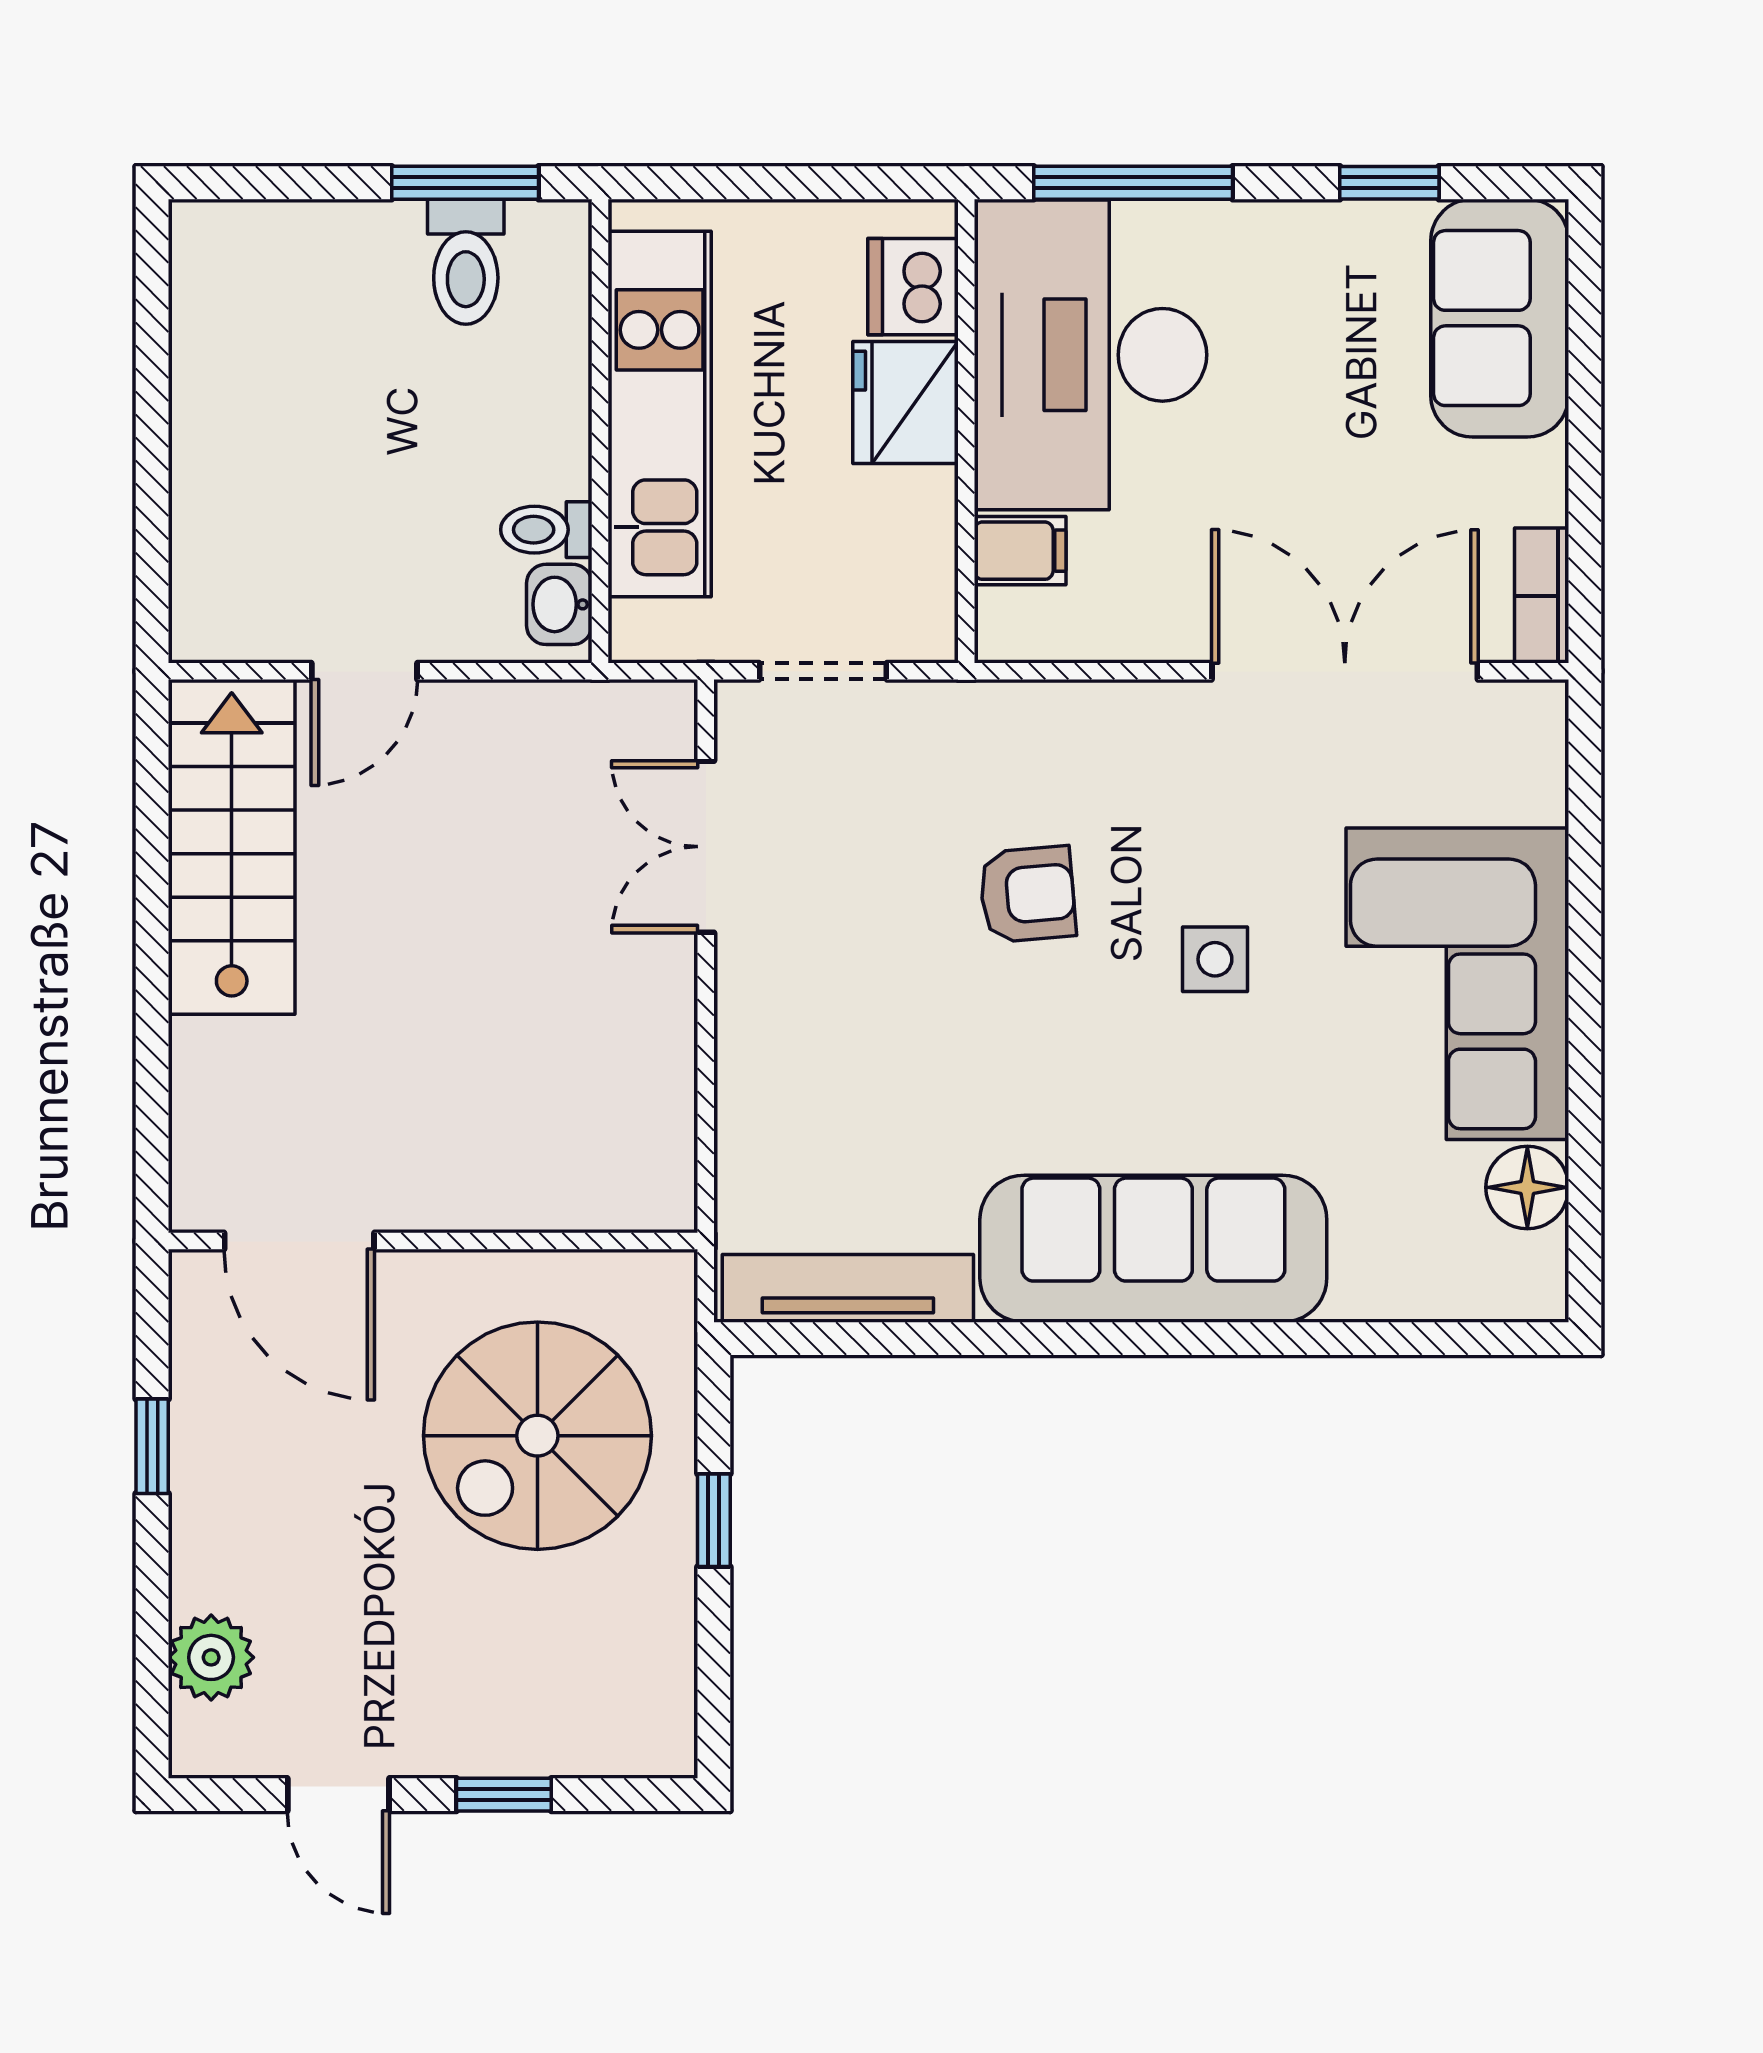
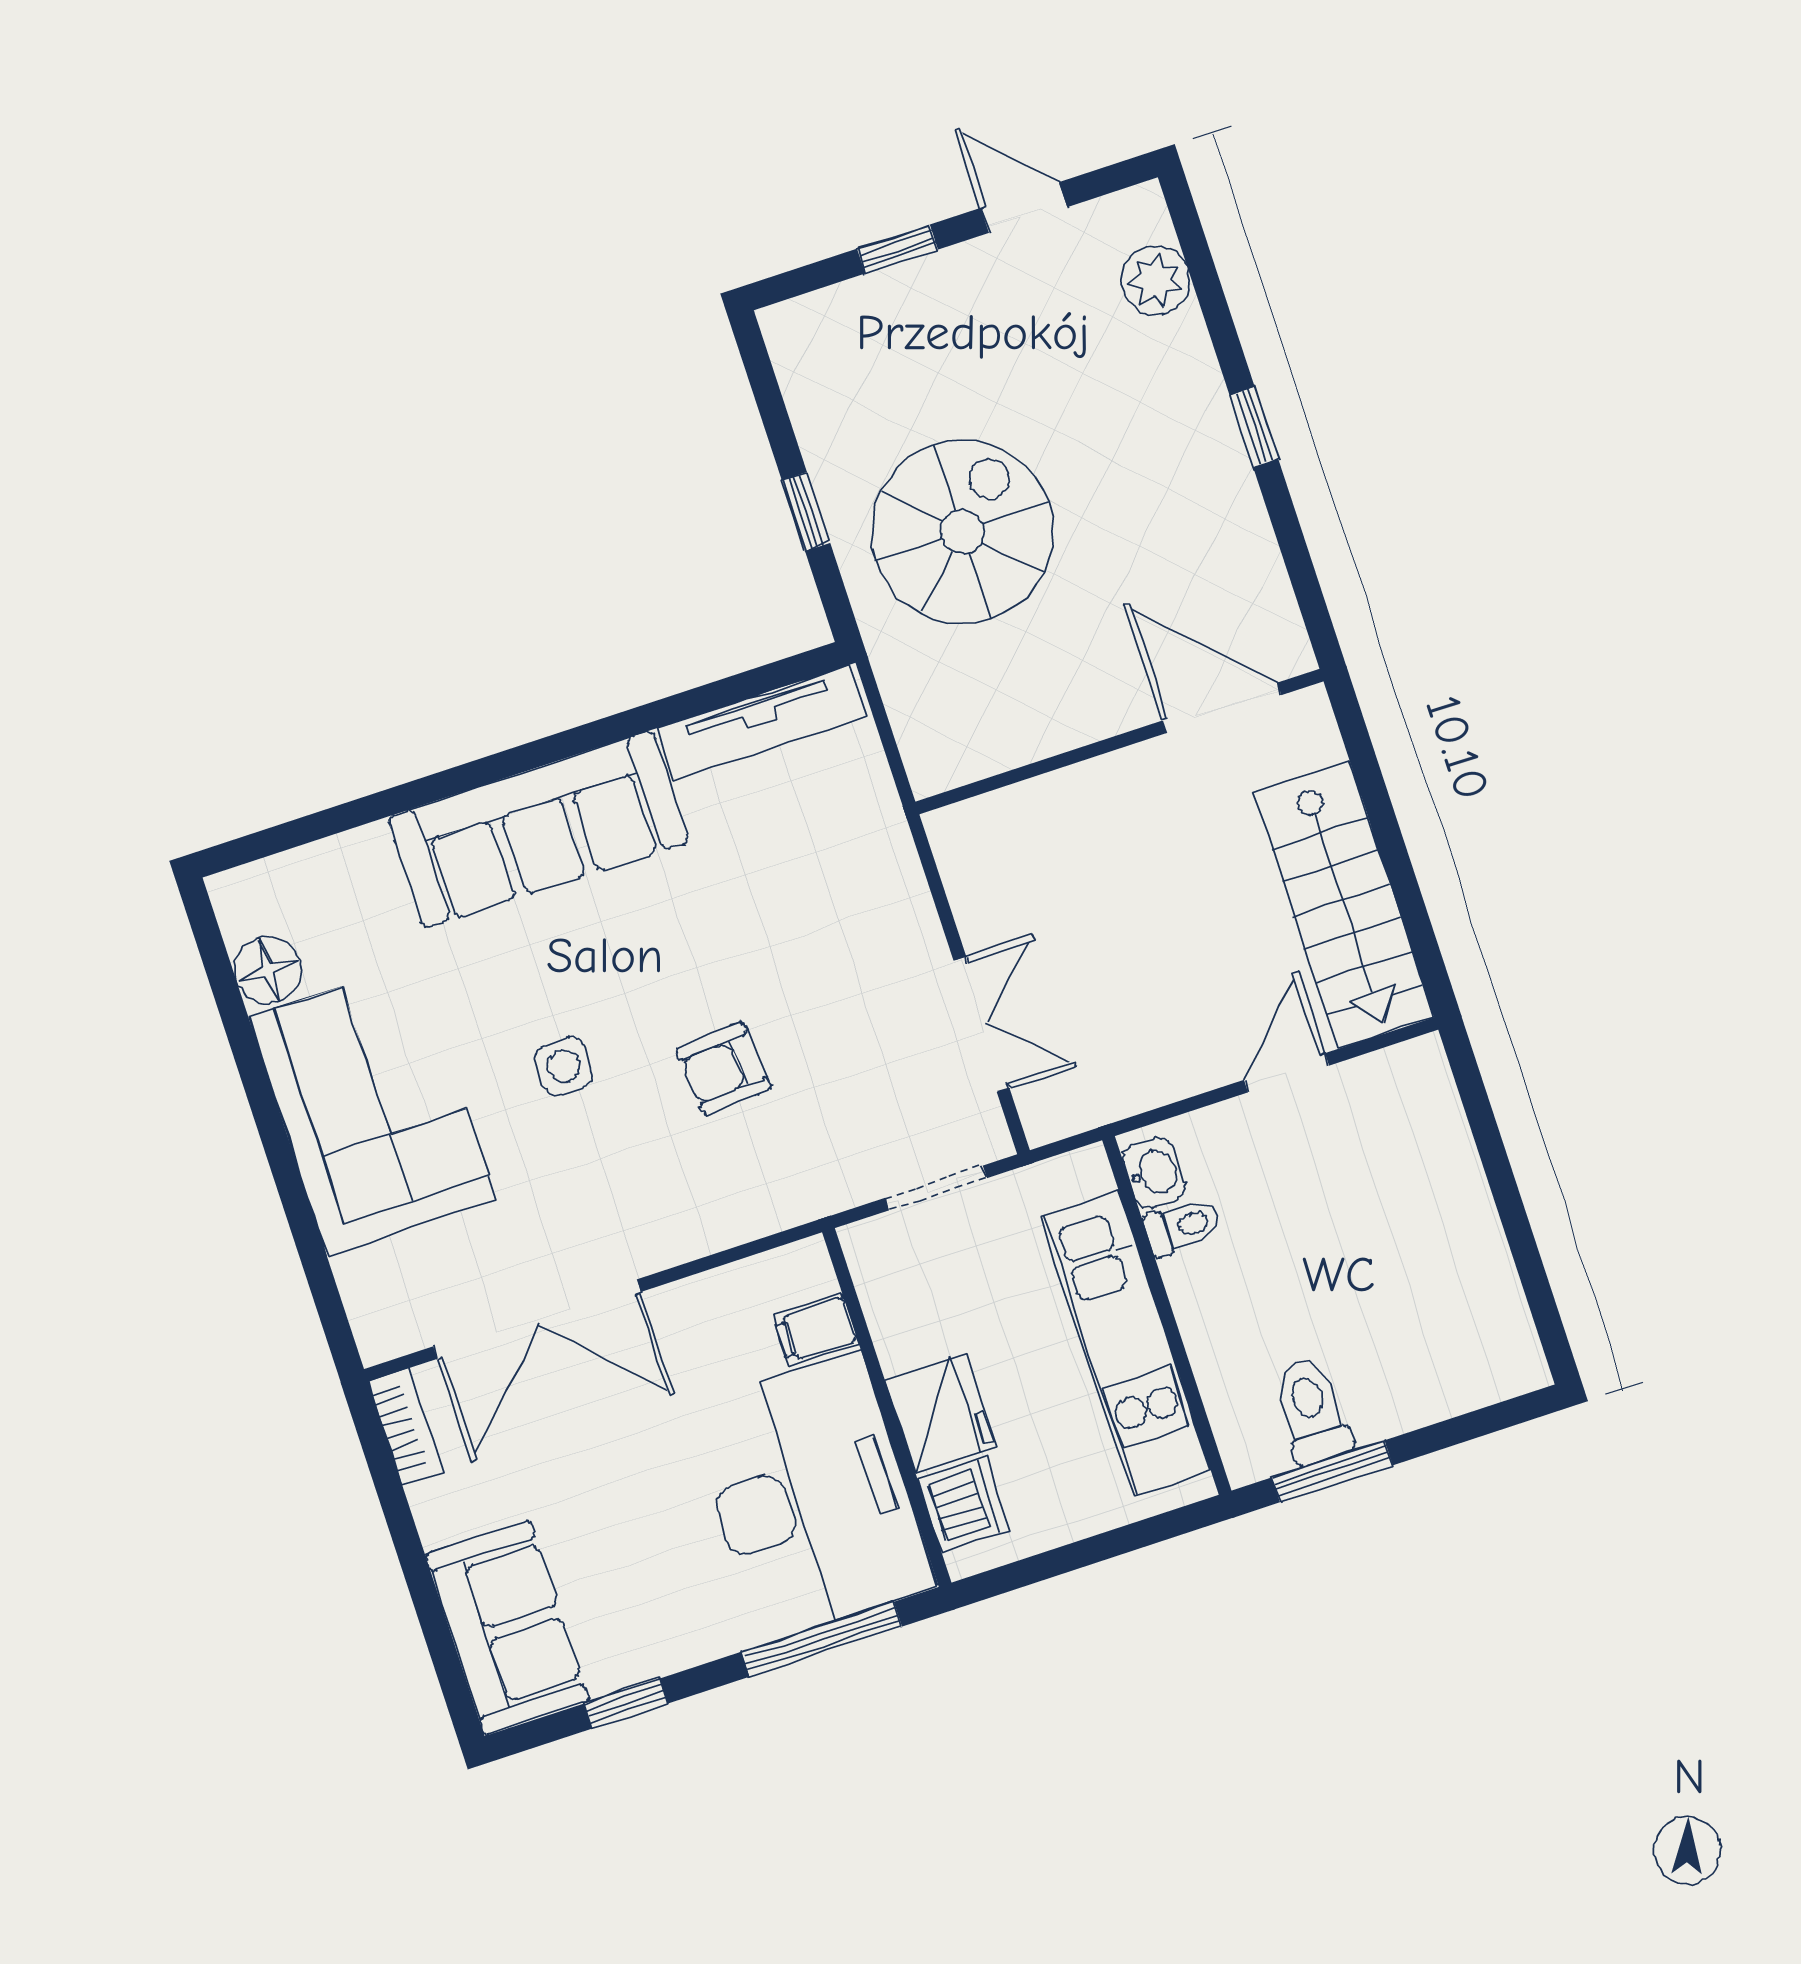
door: (299, 1241) -> (1222, 708), moved
wall: (433, 1241) -> (1119, 742), moved

